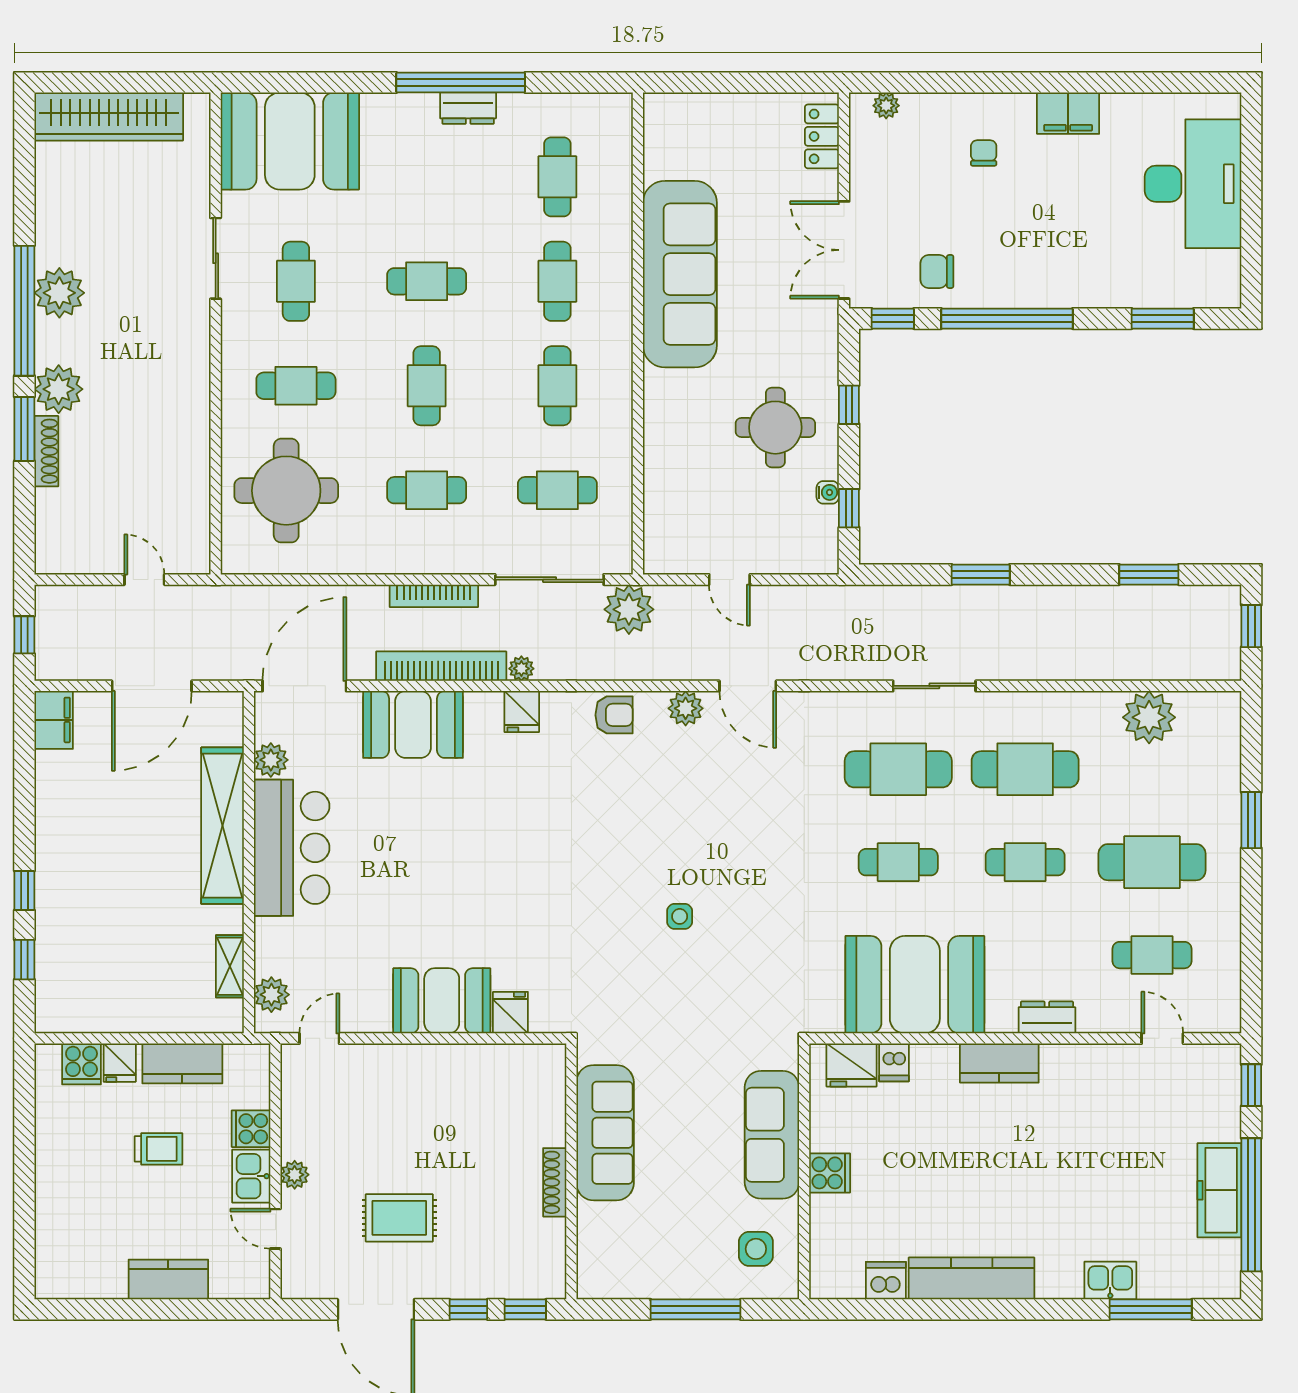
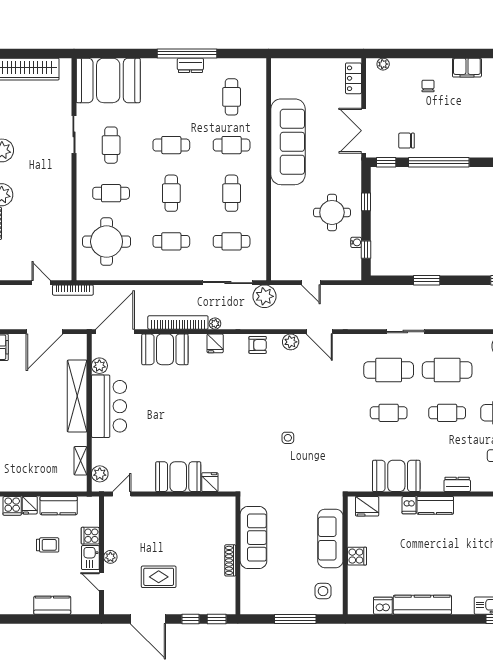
cafe table: (557, 281) -> (232, 145), turned 90
bookcase: (434, 596) -> (73, 290), moved
booth: (915, 985) -> (396, 476), width x0.73, depth x0.70
dishwasher: (894, 1062) -> (409, 505), moved

